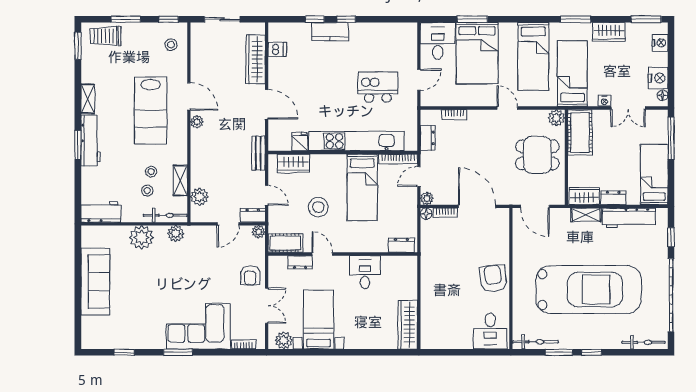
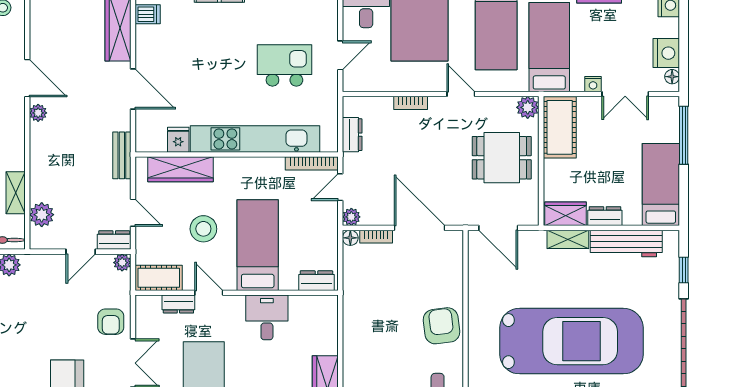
bookcase: (454, 115) -> (411, 103), moved
wardrobe: (293, 163) -> (180, 169), width x1.50
bed: (362, 187) -> (258, 245), moved, turned 180

